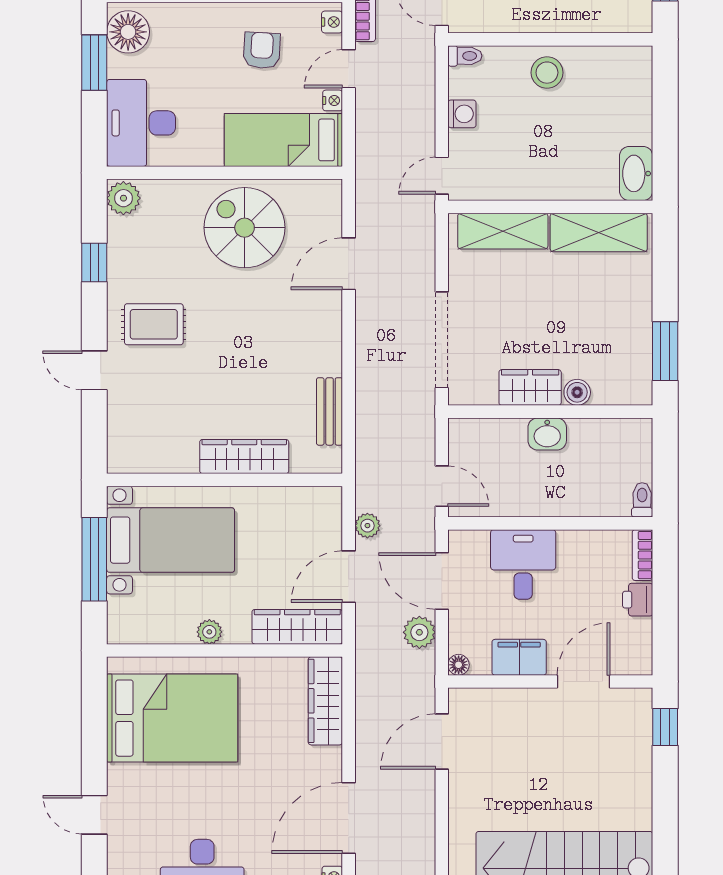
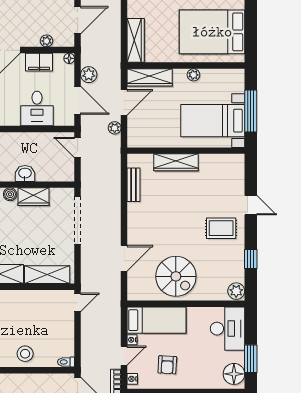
washing machine: (462, 114) -> (68, 333), removed
plant: (504, 700) -> (47, 41), added

